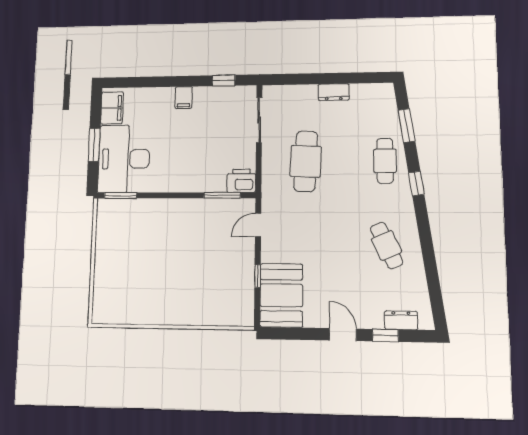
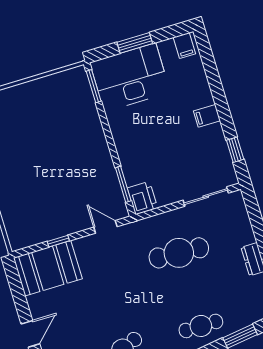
filing cabinet: (112, 108) -> (184, 46), width x0.50

